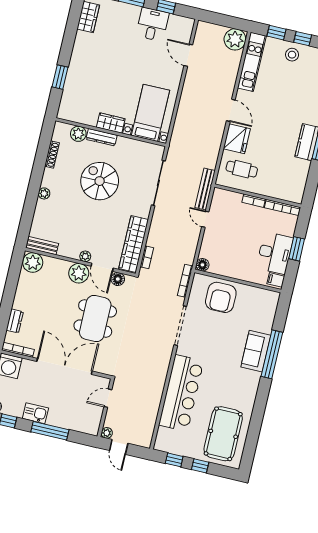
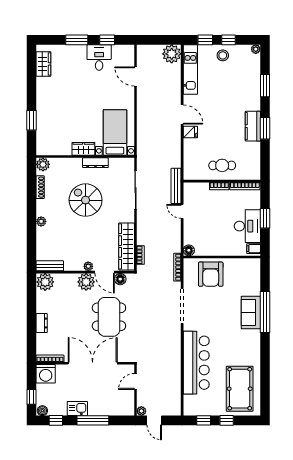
plant: (78, 134) -> (43, 164), moved
dresser: (102, 137) -> (95, 163), moved
fridge: (237, 139) -> (190, 132), width x0.53, depth x0.75
cafe table: (242, 169) -> (222, 165), moved
dresser: (15, 321) -> (42, 323), moved

